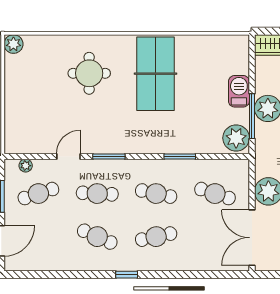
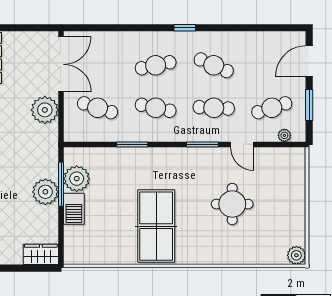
round table: (89, 73) -> (232, 204), moved
plant: (236, 138) -> (77, 179), moved
door: (68, 156) -> (242, 144), hinge flipped

